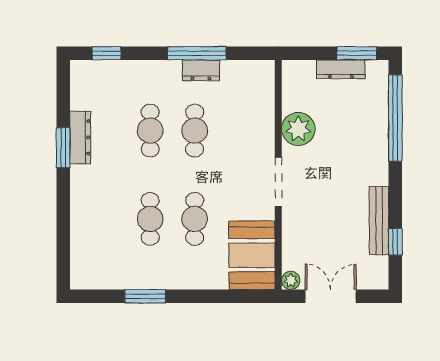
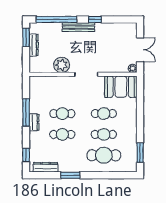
dresser: (201, 70) -> (34, 122), moved
dresser: (80, 137) -> (46, 167), moved
cafe table: (106, 219) -> (104, 155), added
bench: (379, 221) -> (78, 27), moved
window: (395, 242) -> (95, 19), moved
window: (145, 296) -> (140, 153), moved
double door: (331, 296) -> (140, 50), swing flipped

